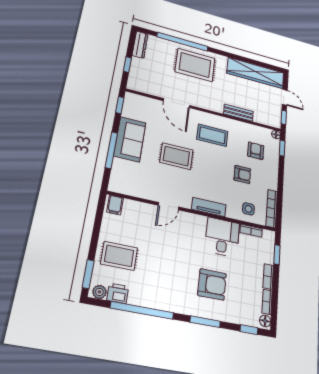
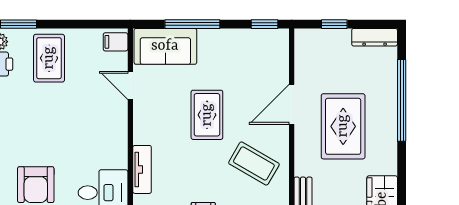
rug: (195, 65) -> (343, 126), moved
coffee table: (212, 135) -> (254, 163), turned -60
sofa: (130, 139) -> (165, 46), moved
door: (169, 206) -> (130, 85), moved

